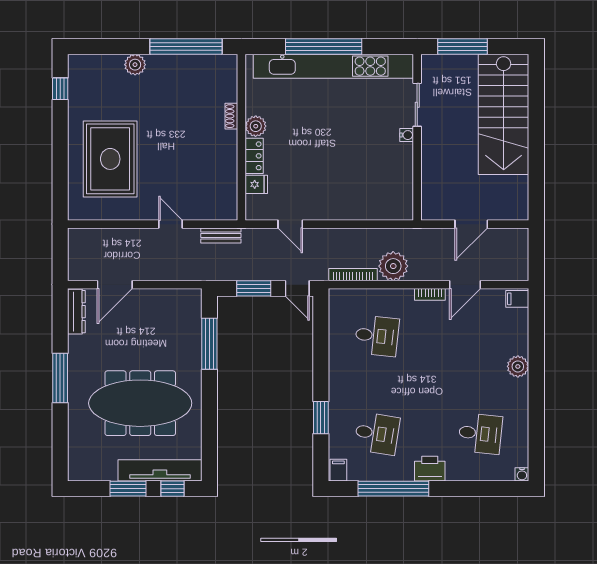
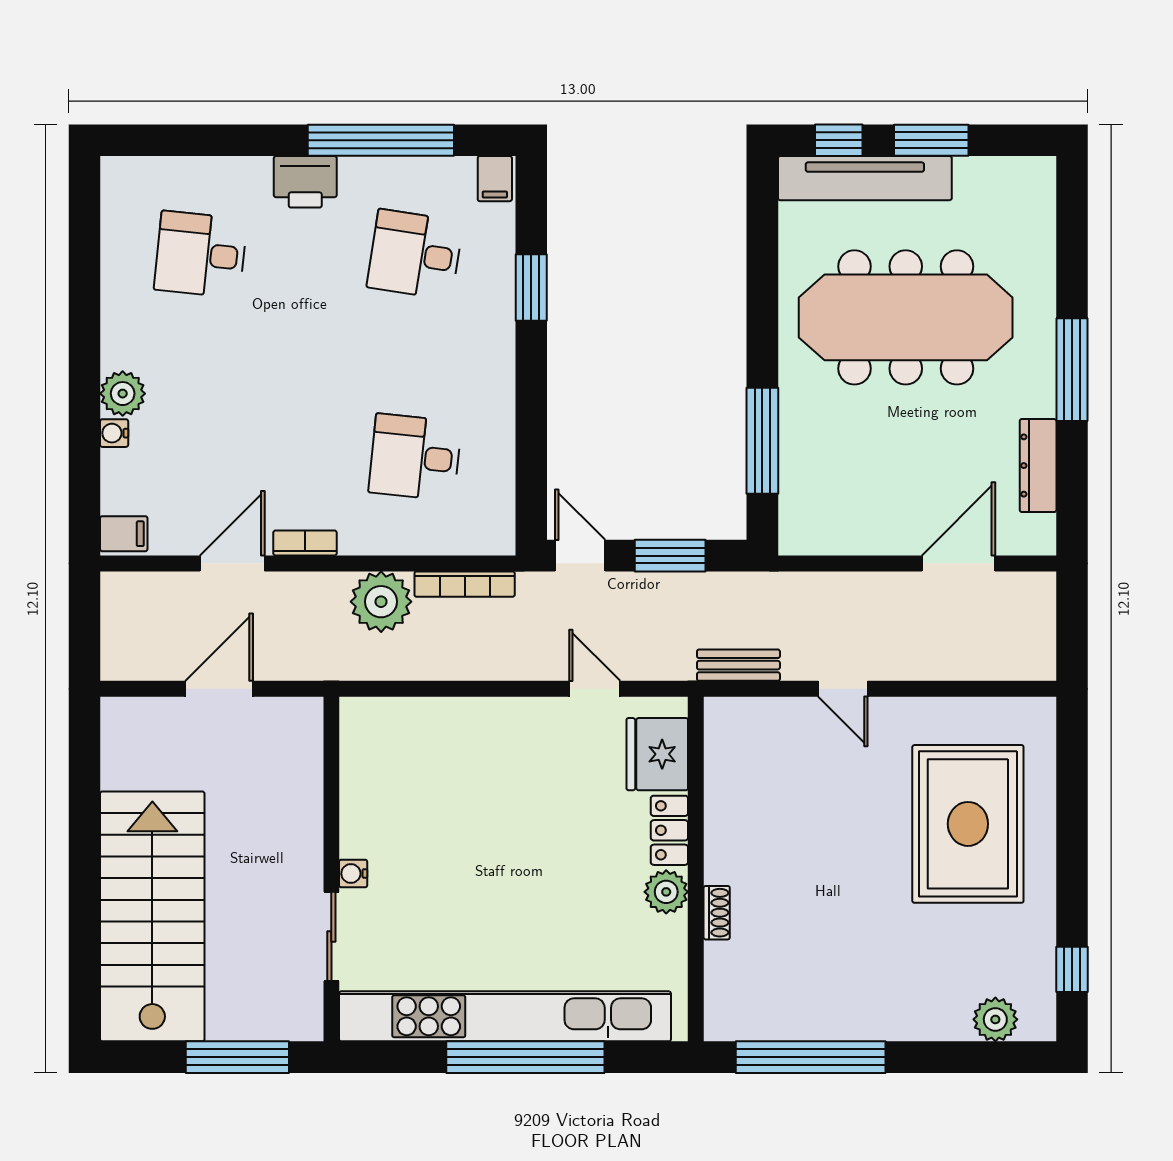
plant: (135, 65) -> (995, 1019), moved
fridge: (256, 184) -> (657, 754), width x1.88, depth x1.34
dresser: (76, 312) -> (1038, 466), moved
water cooler: (522, 474) -> (114, 433), moved, turned -90

